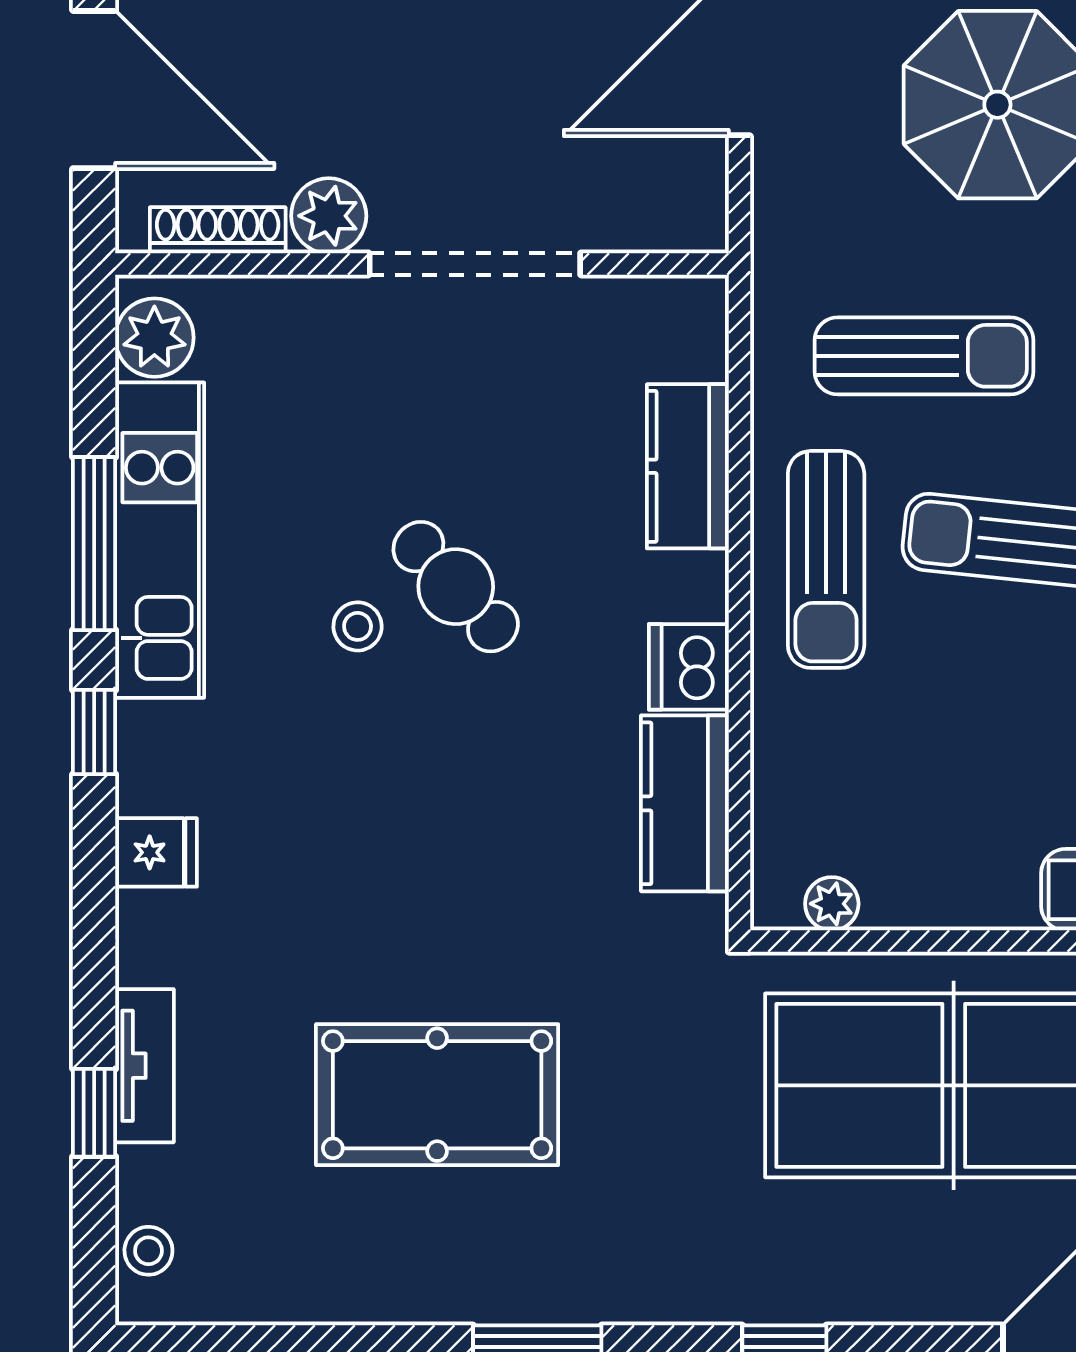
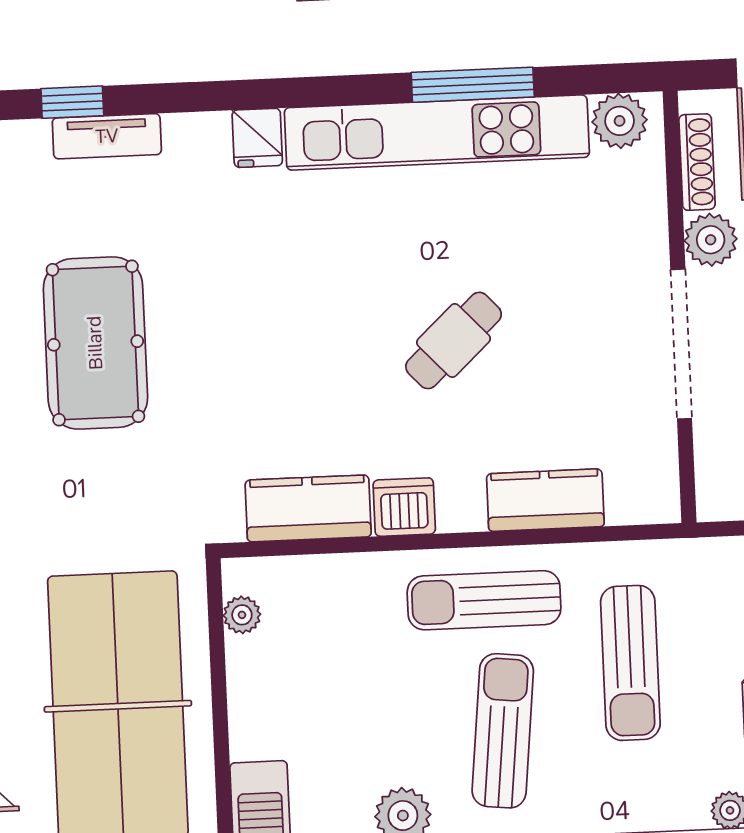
kitchen unit: (160, 540) -> (437, 133), width x1.36
stool: (358, 626) -> (423, 273), removed
window: (94, 732) -> (340, 90), removed

